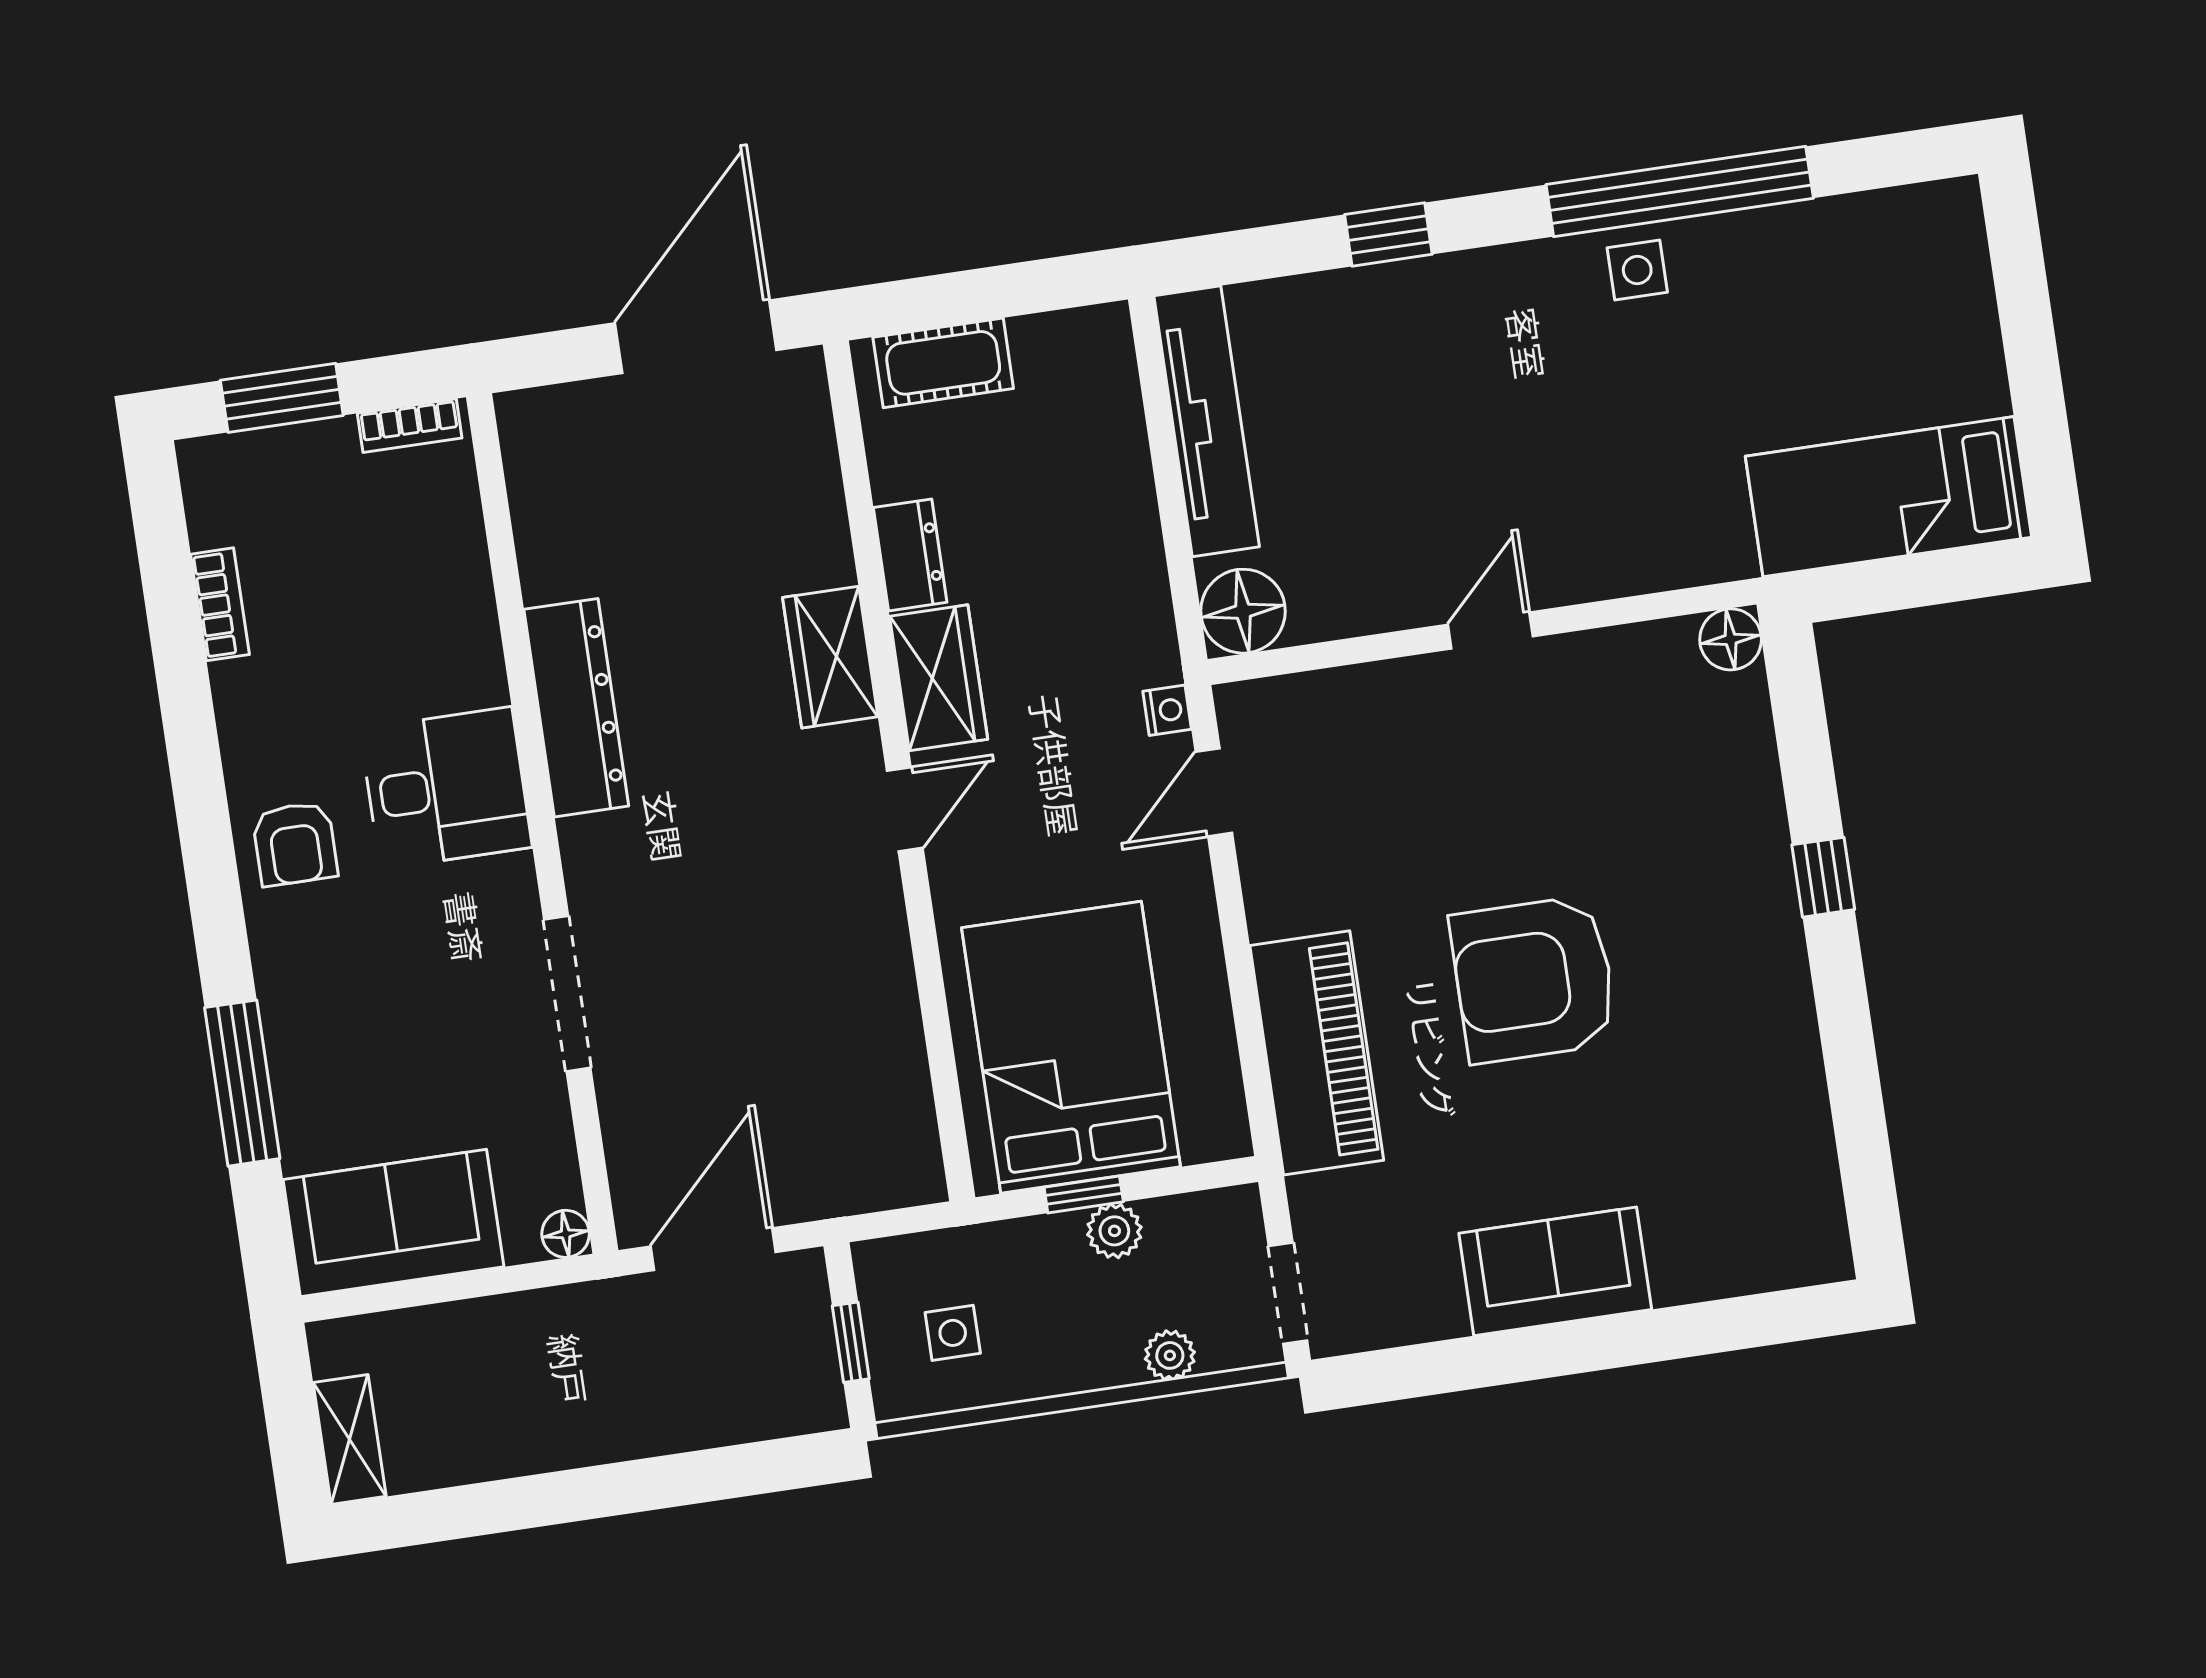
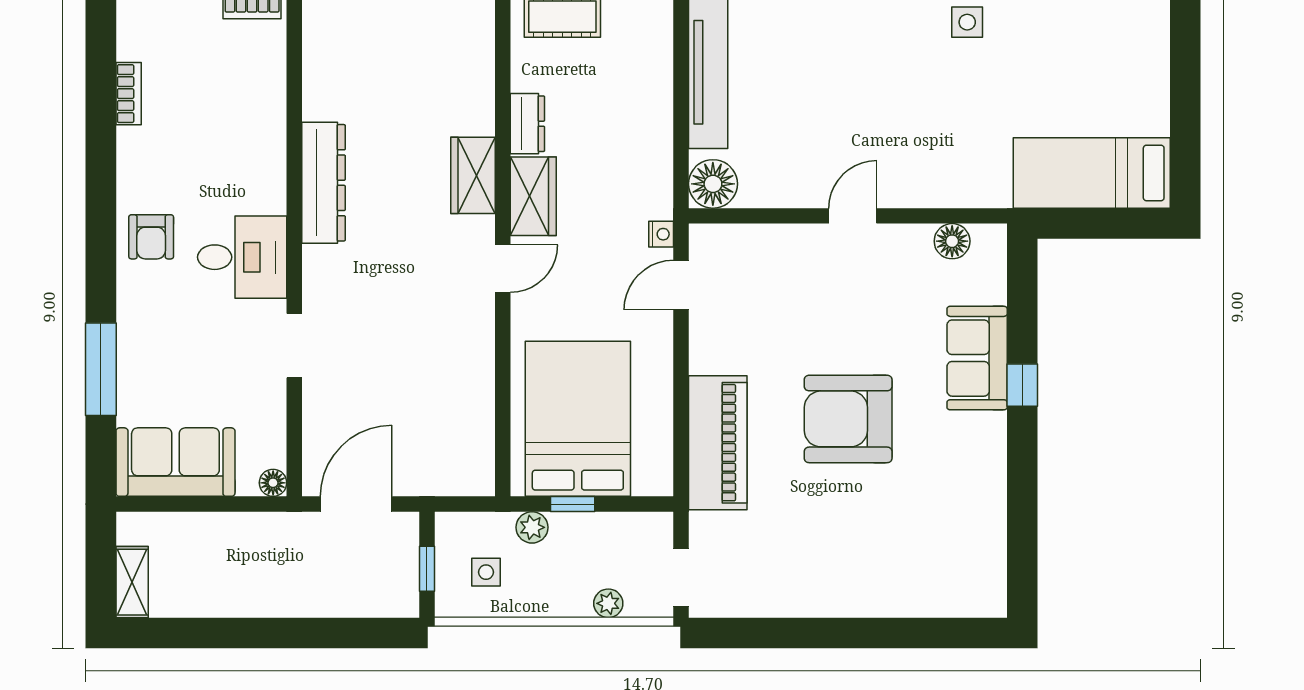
floor lamp: (1731, 639) -> (952, 241), moved
desk: (446, 788) -> (242, 257), moved
doorway: (567, 994) -> (294, 346), width x0.73
plant: (1114, 1231) -> (532, 527), moved
sofa: (1555, 1271) -> (977, 358), moved, turned -90

